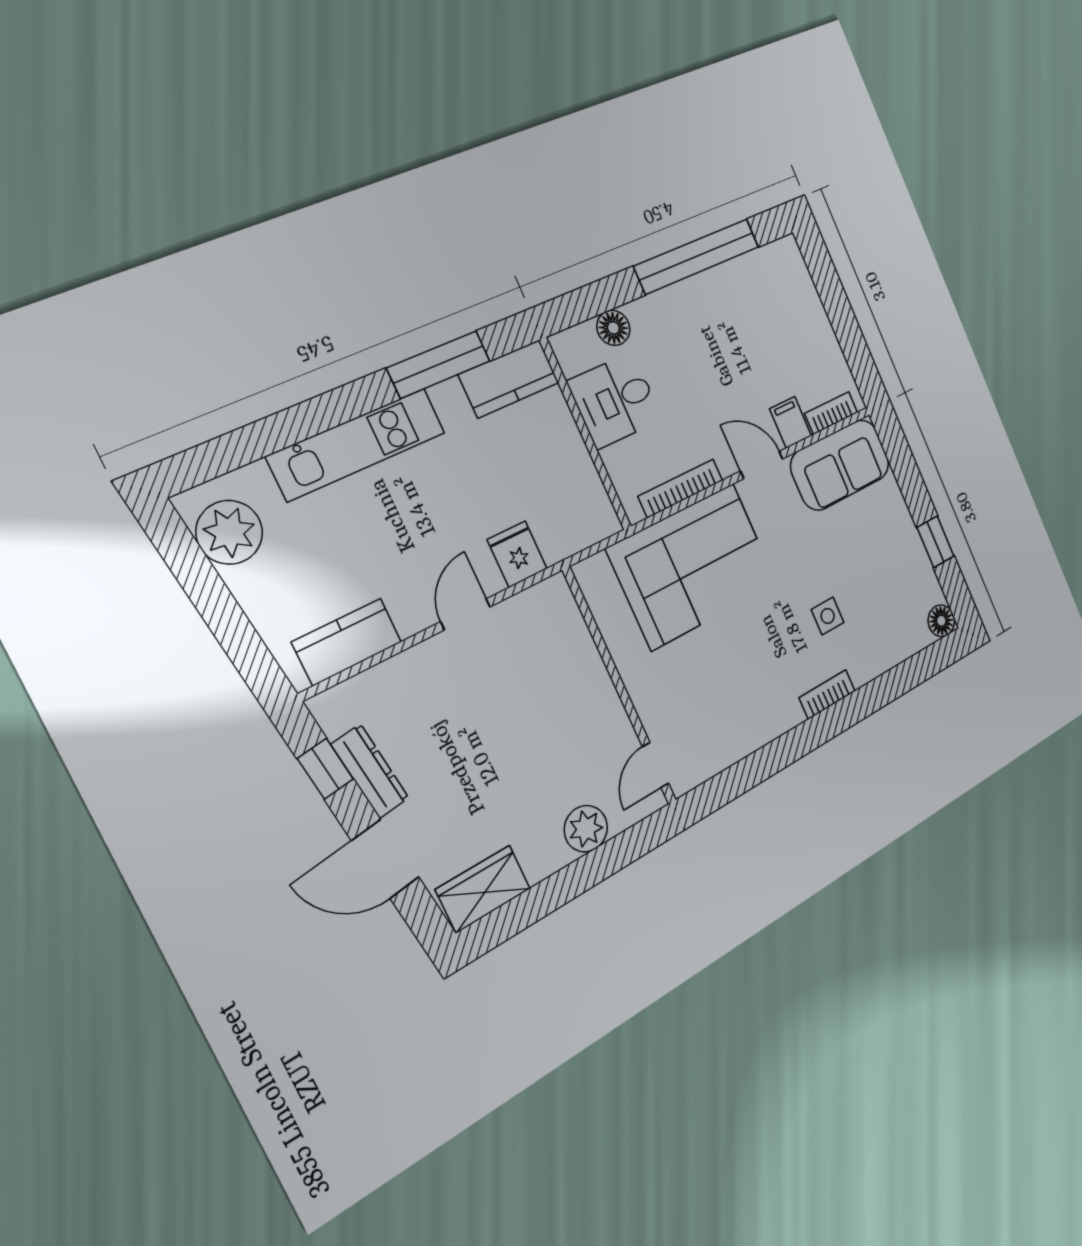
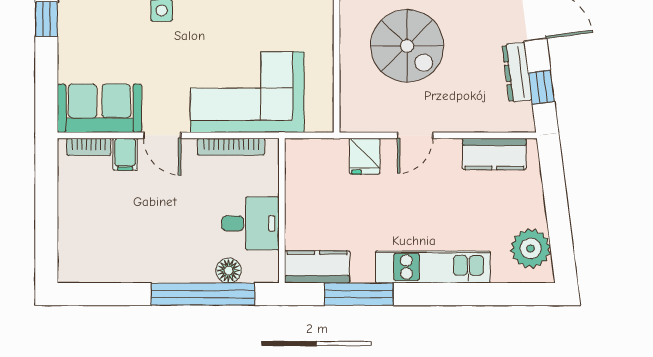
window: (697, 256) -> (203, 294), moved
spiral stairs: (531, 727) -> (407, 46), added

